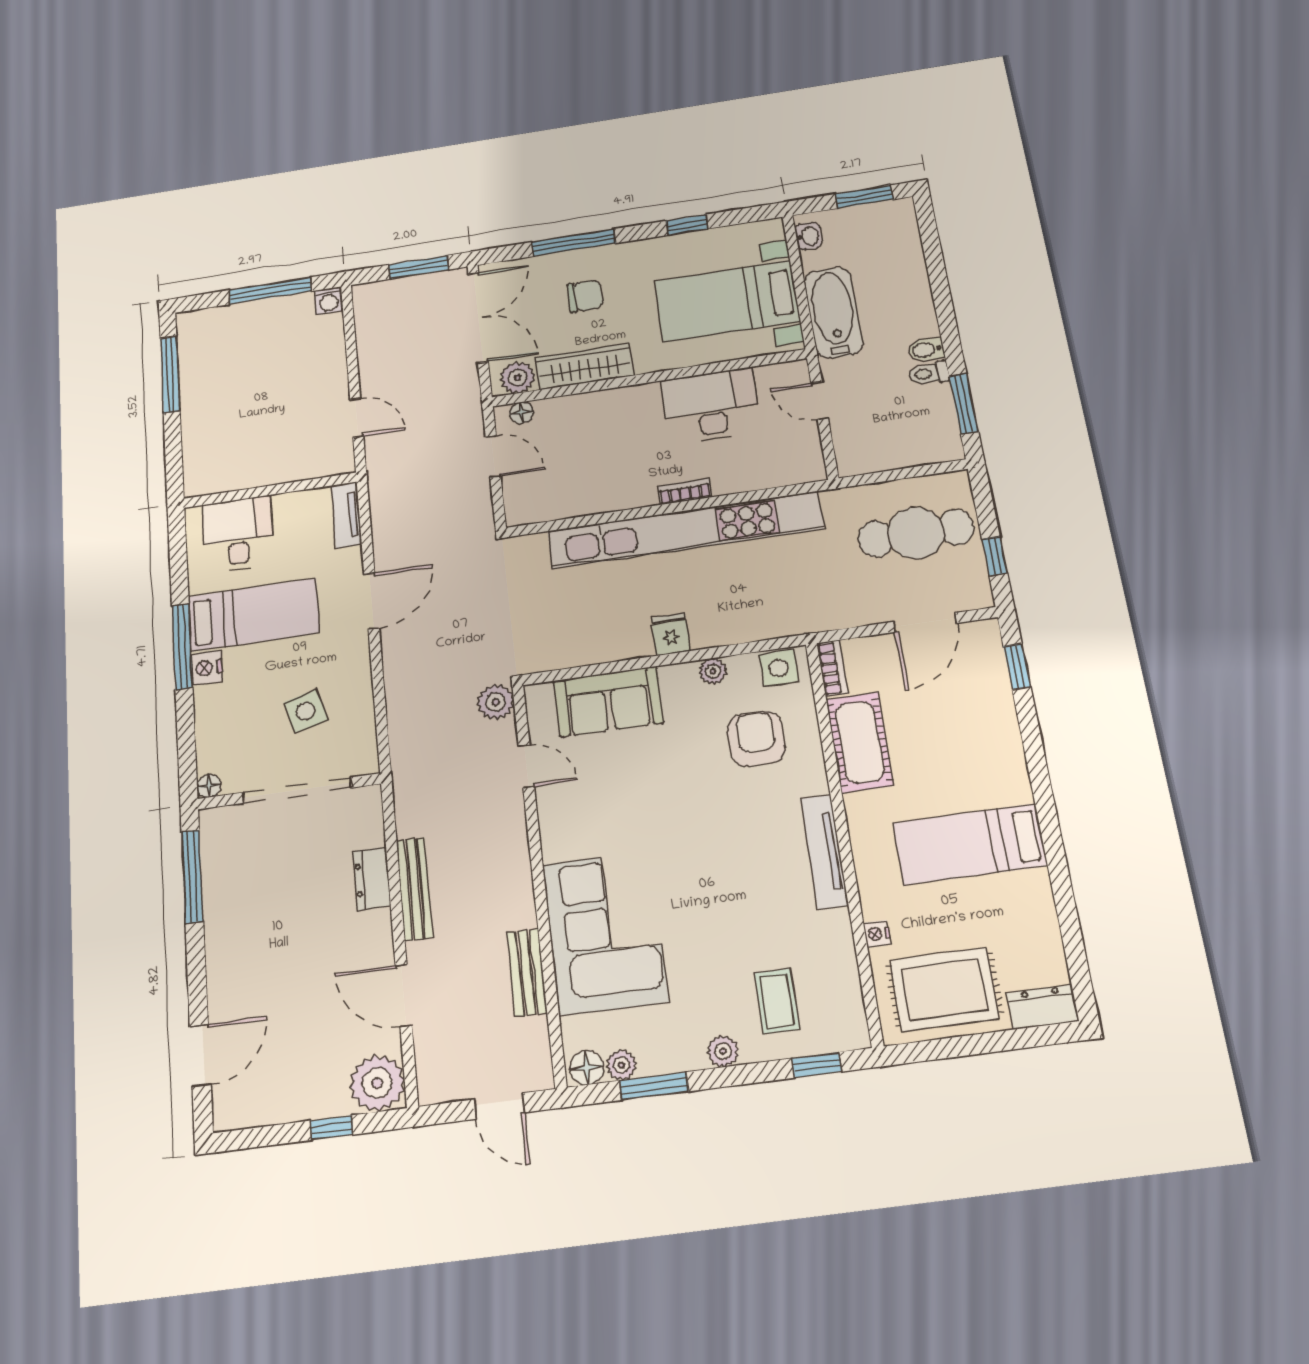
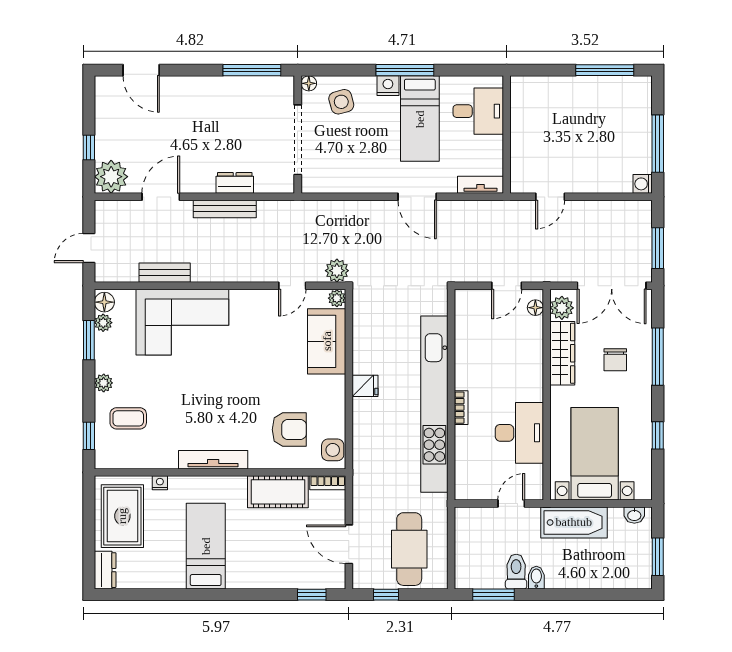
toilet: (929, 373) -> (516, 572), width x1.37, depth x1.39
plant: (713, 671) -> (337, 298), moved
side table: (306, 711) -> (341, 102), moved

